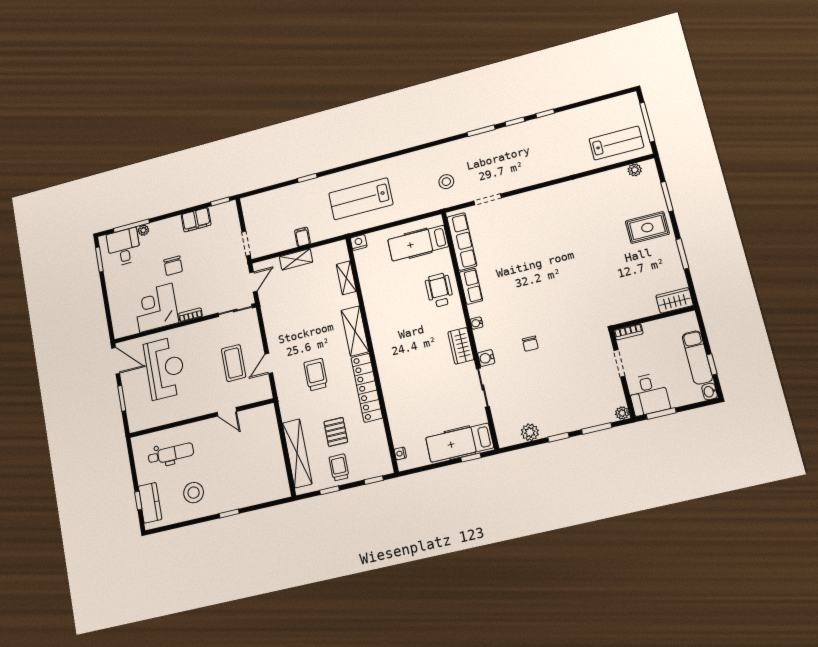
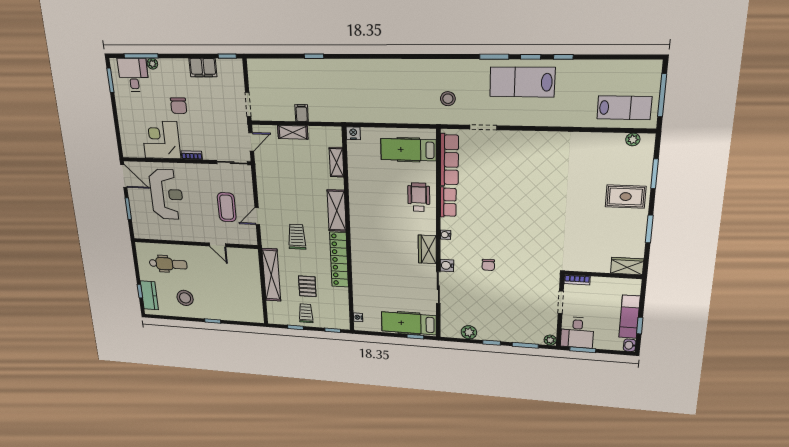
lab bench: (361, 199) -> (522, 82), moved
shelving: (297, 453) -> (271, 275), moved

